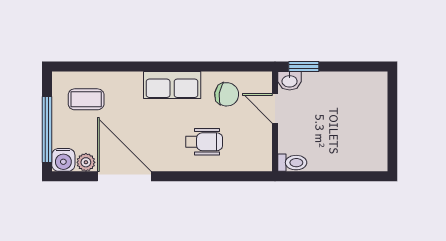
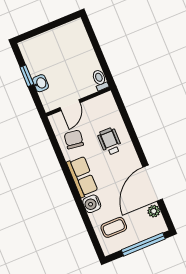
window: (304, 67) -> (27, 76), moved
washbasin: (290, 81) -> (40, 83), moved
coffee table: (86, 99) -> (114, 227), turned 90
water cooler: (63, 160) -> (92, 204), moved, turned 180

